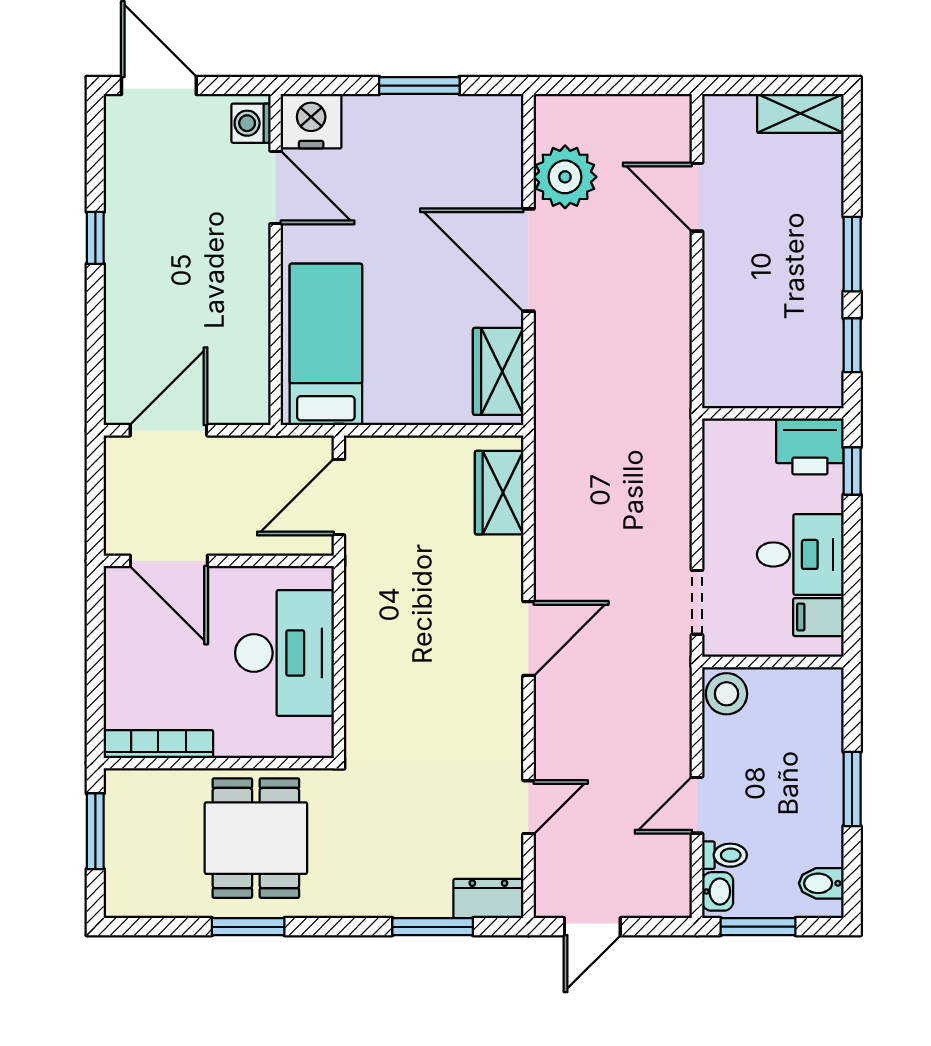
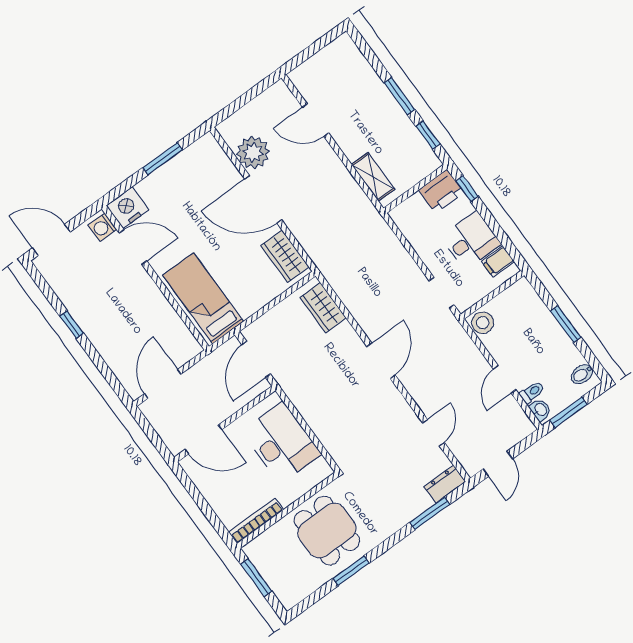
shelving: (800, 113) -> (373, 177), moved, turned 90

